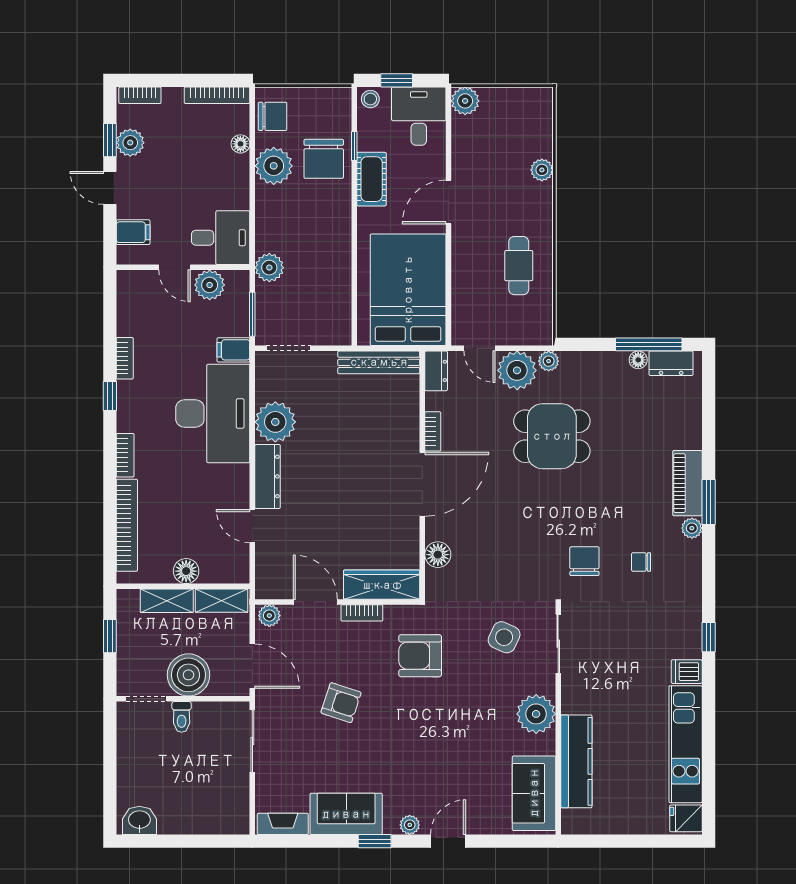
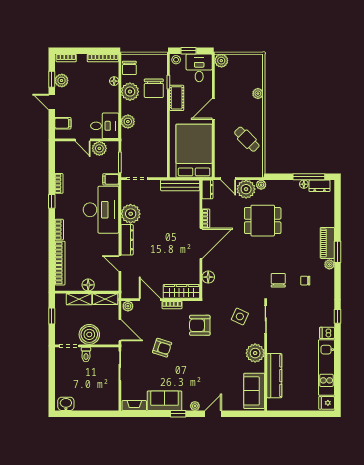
chair: (272, 116) -> (129, 68), turned 90
cafe table: (519, 266) -> (247, 139), turned -45
plant: (269, 268) -> (128, 122), moved

